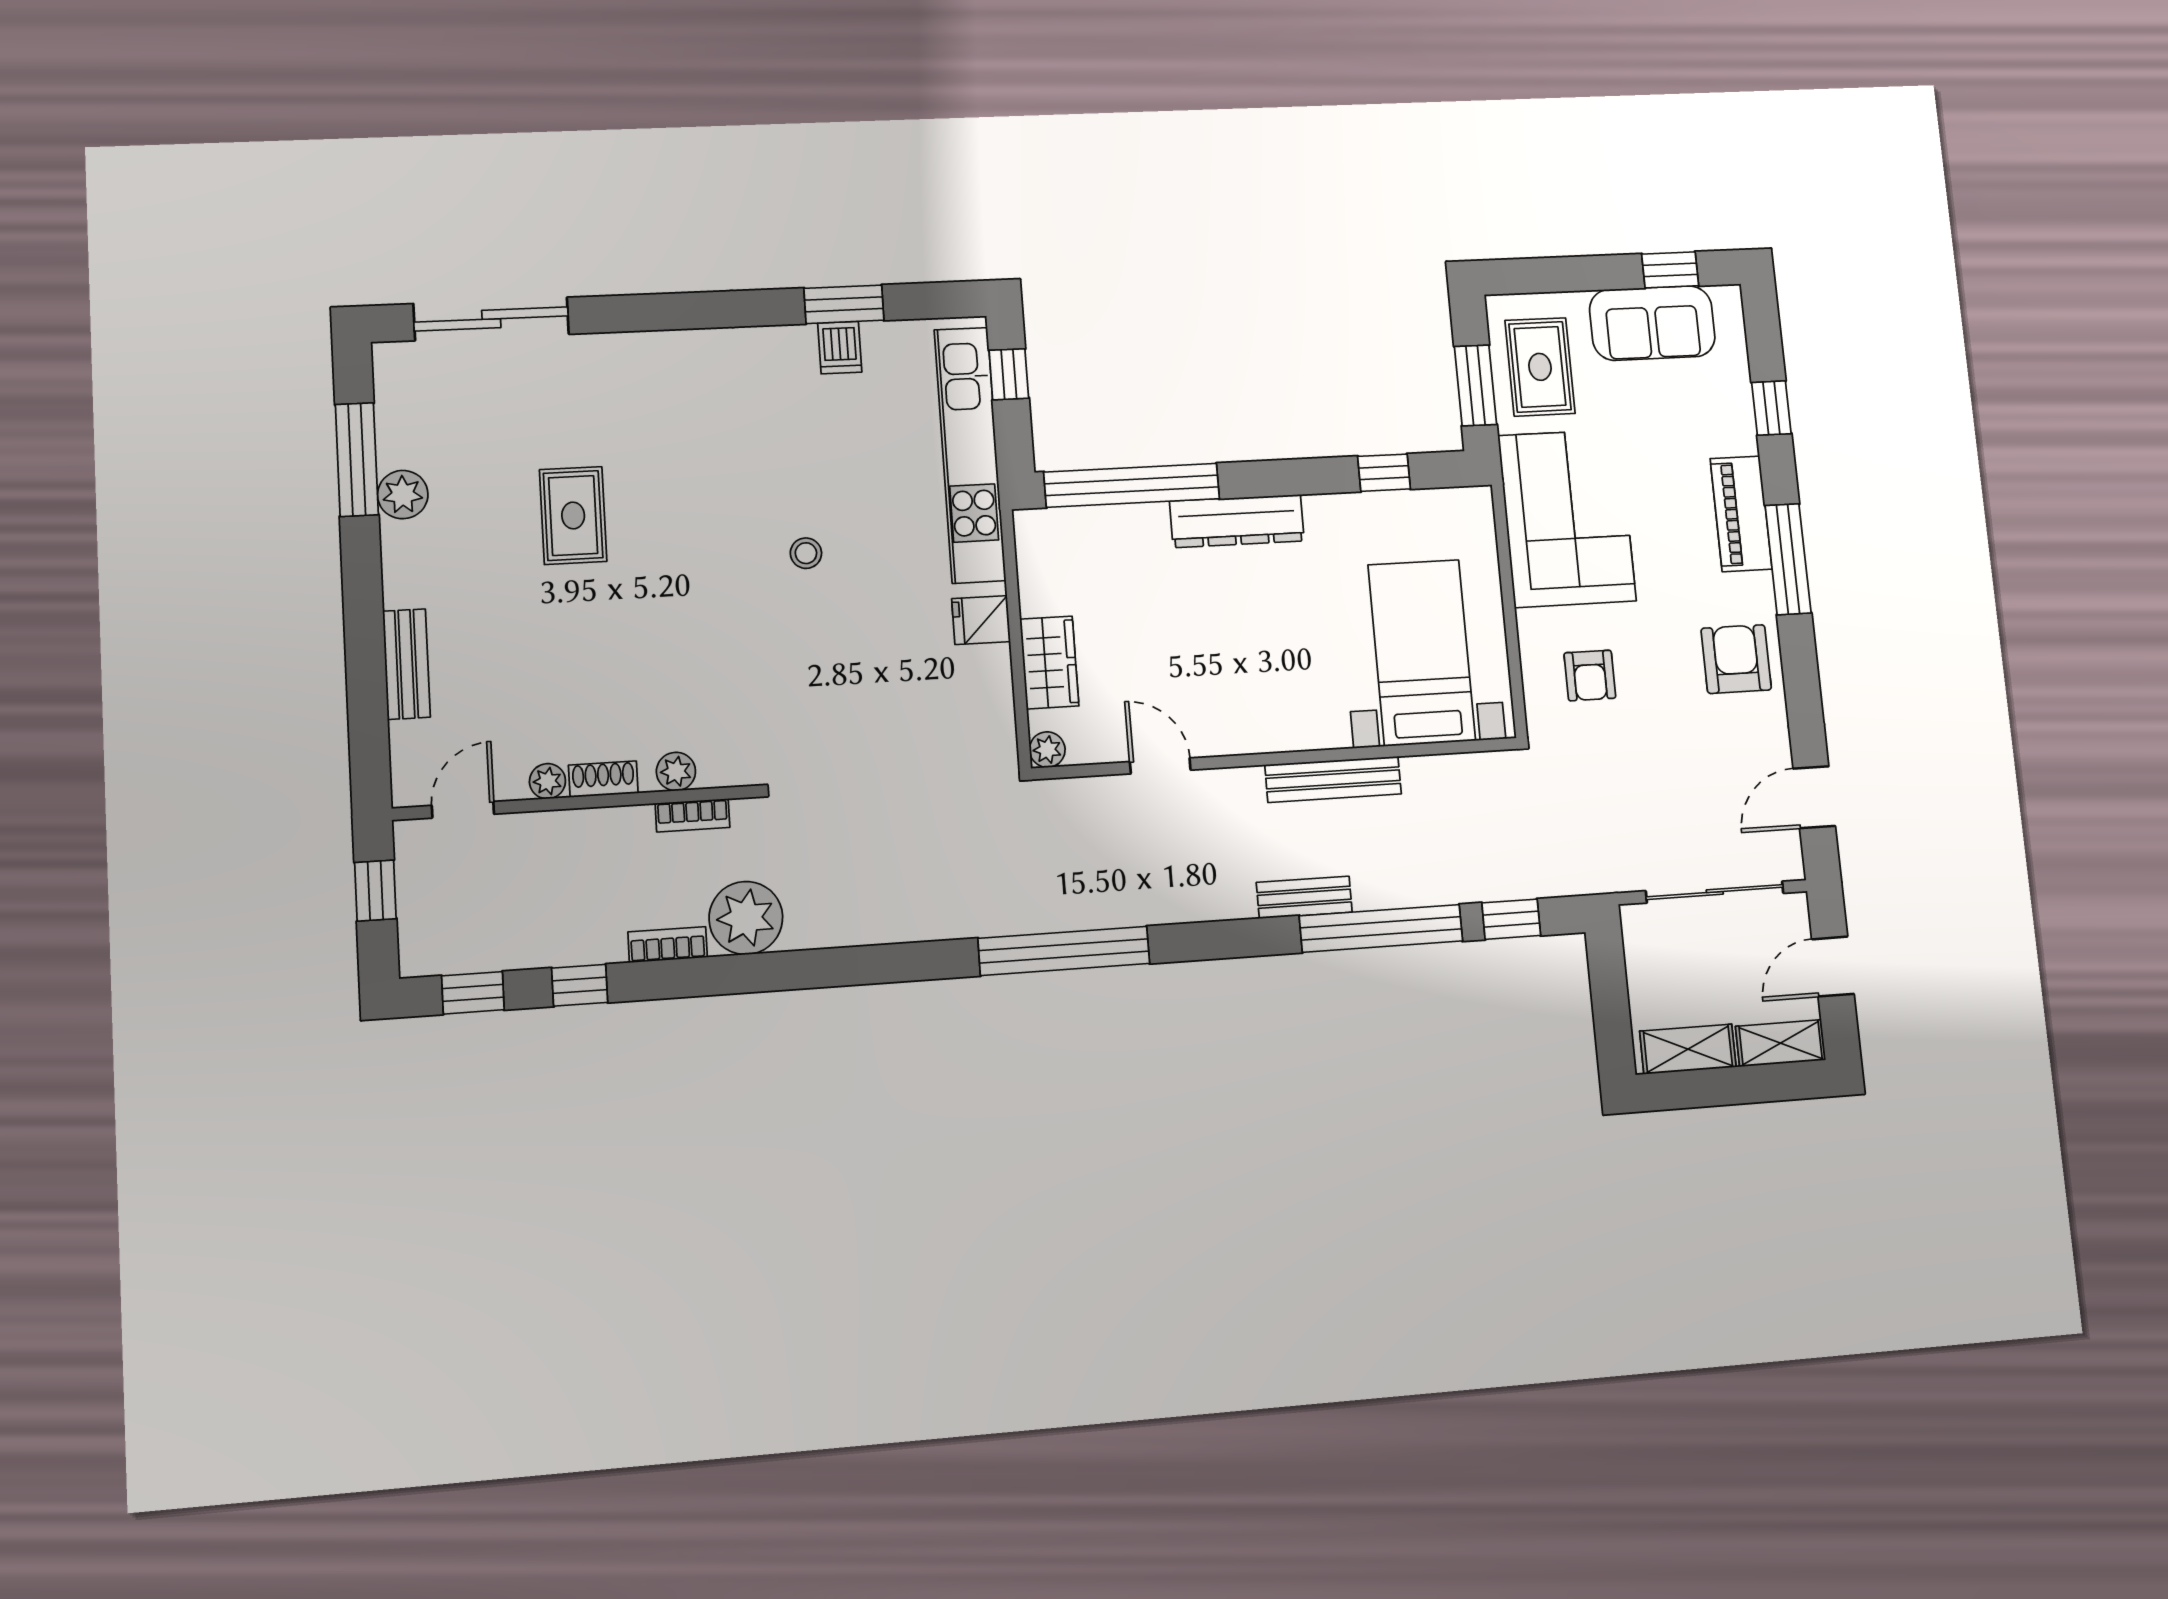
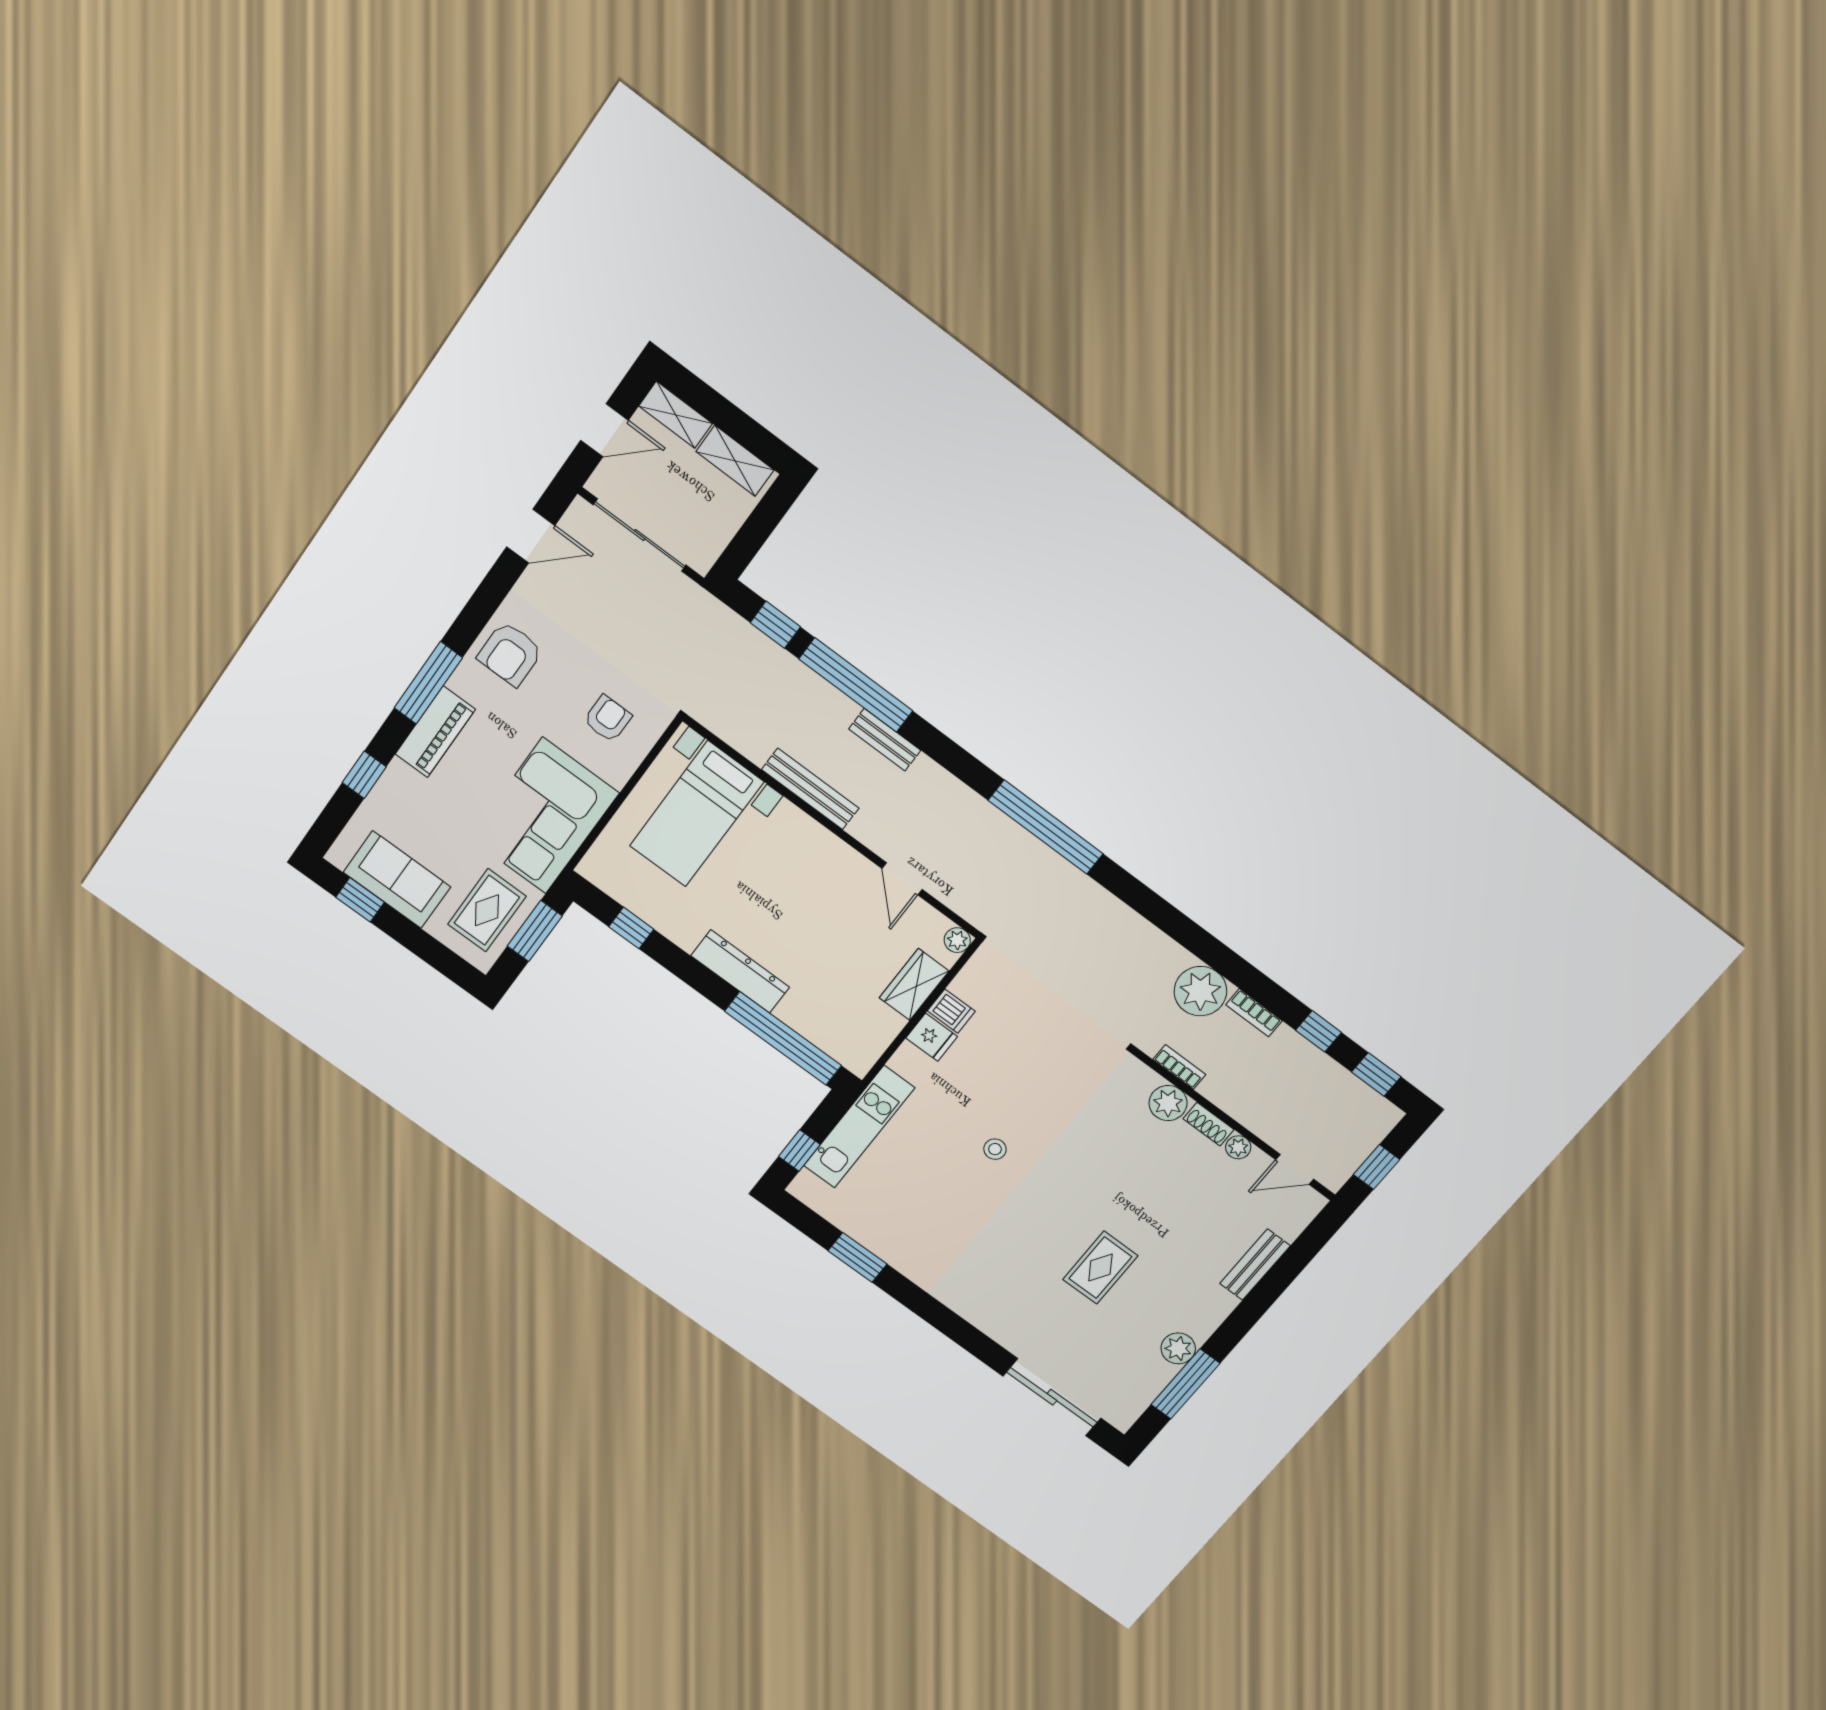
dishwasher: (840, 348) -> (951, 1011), moved, turned 90
kitchen unit: (970, 455) -> (859, 1127), width x0.73
plant: (676, 771) -> (1168, 1103), width x1.38, depth x1.38

